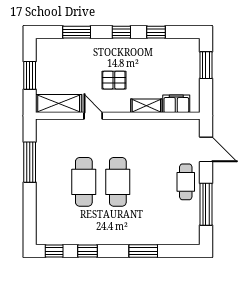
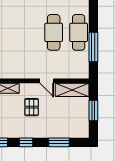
pallet: (114, 80) -> (32, 107), turned 90
cafe table: (118, 182) -> (79, 32), moved

